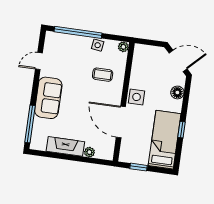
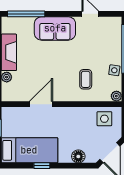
side table: (137, 97) -> (104, 119), moved
door: (121, 122) -> (41, 104), width x0.73

